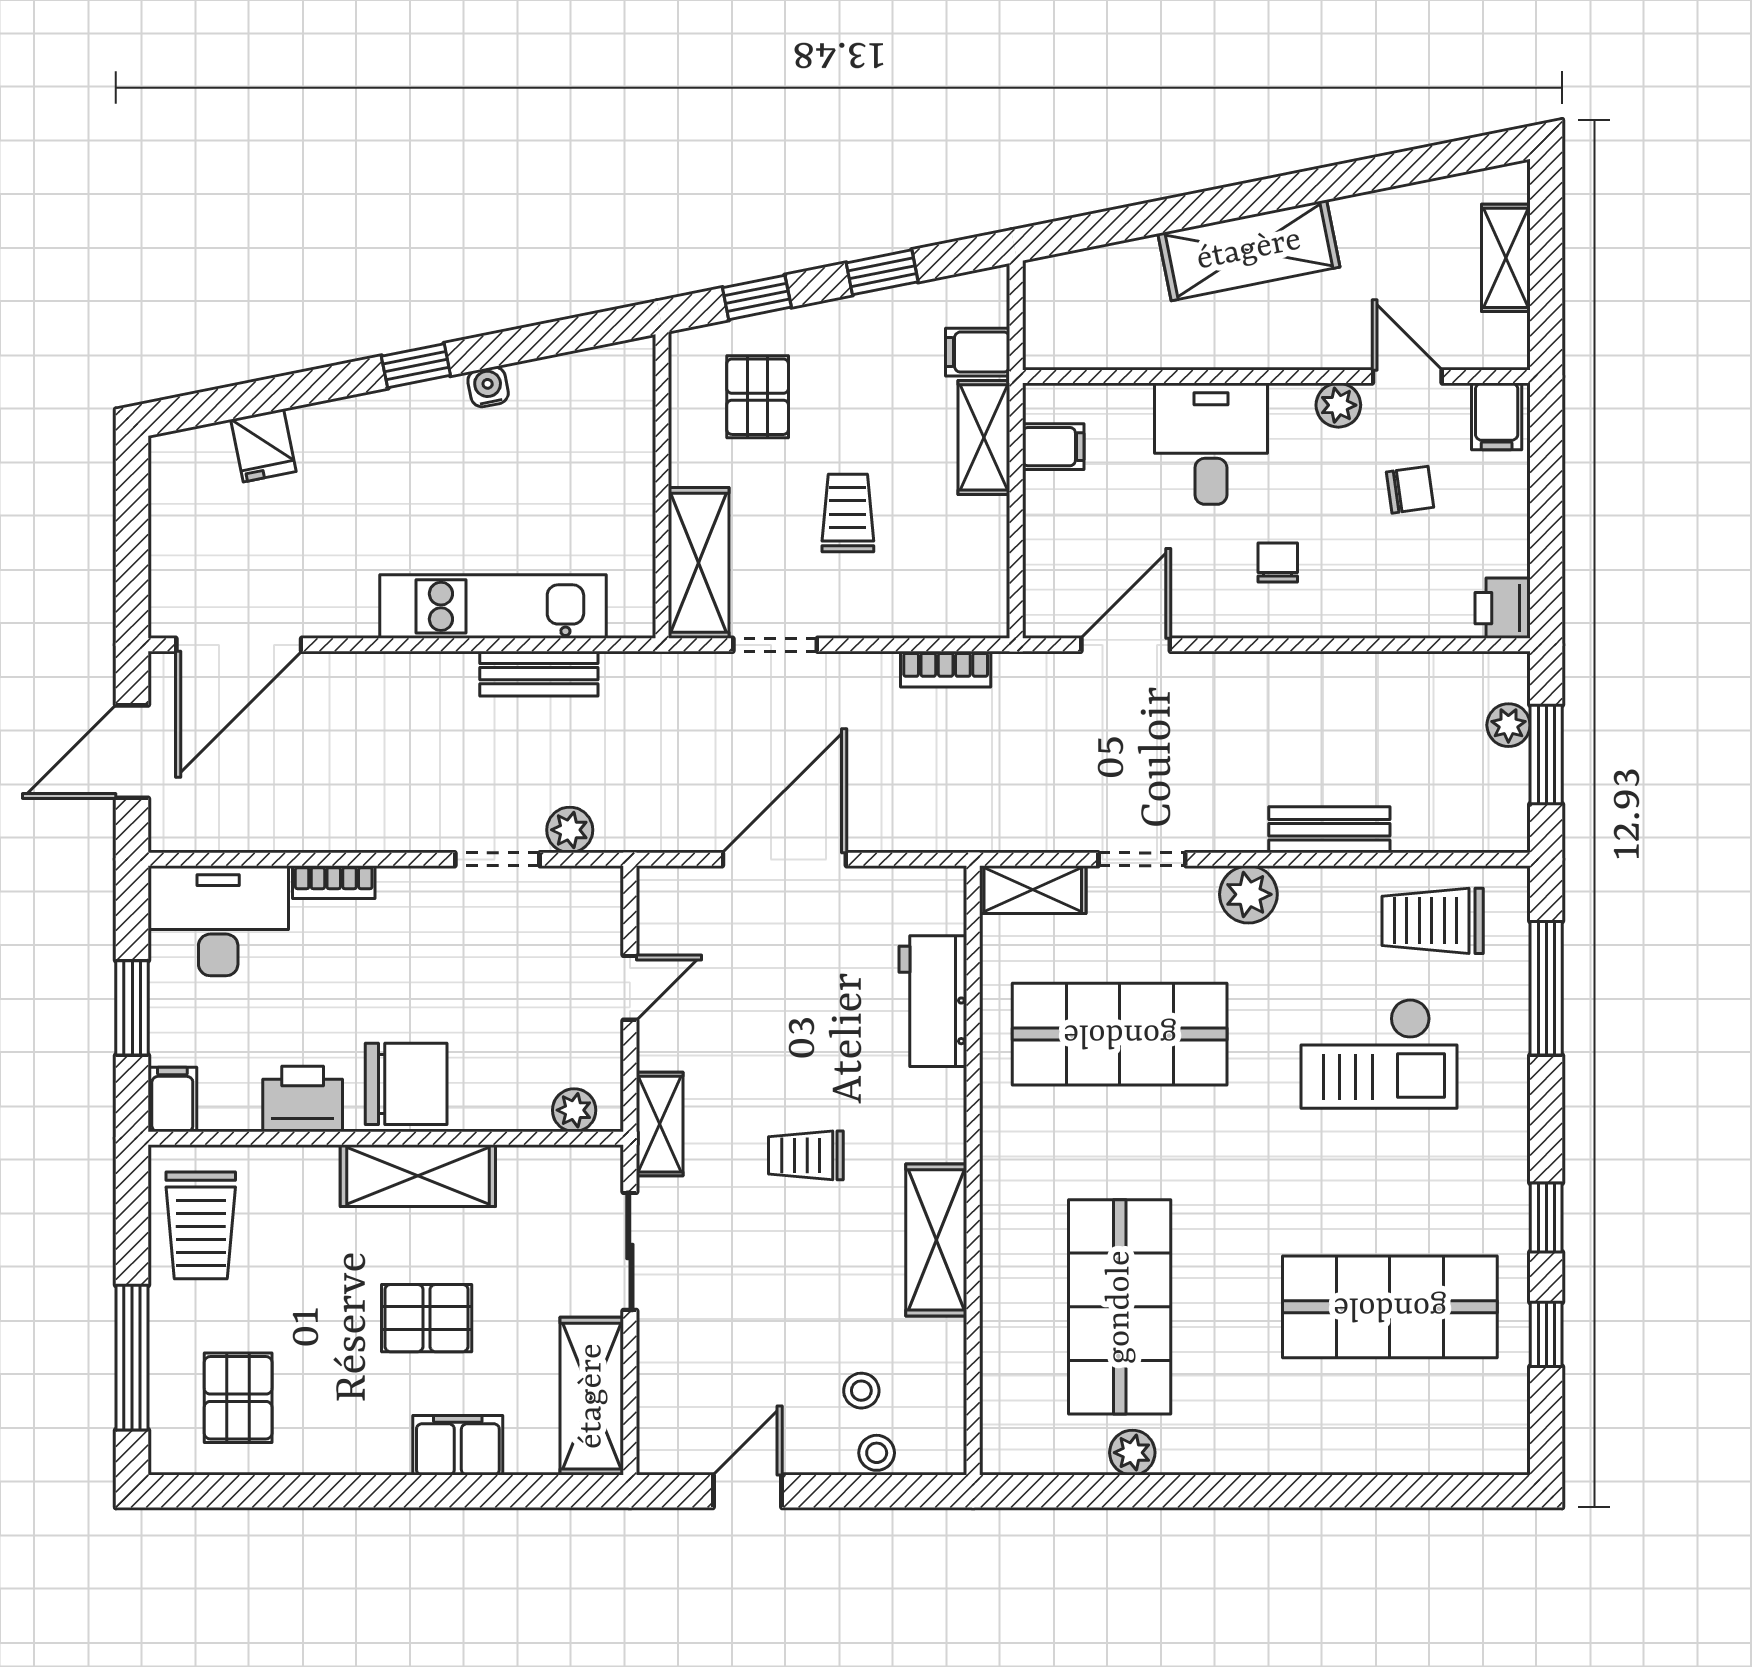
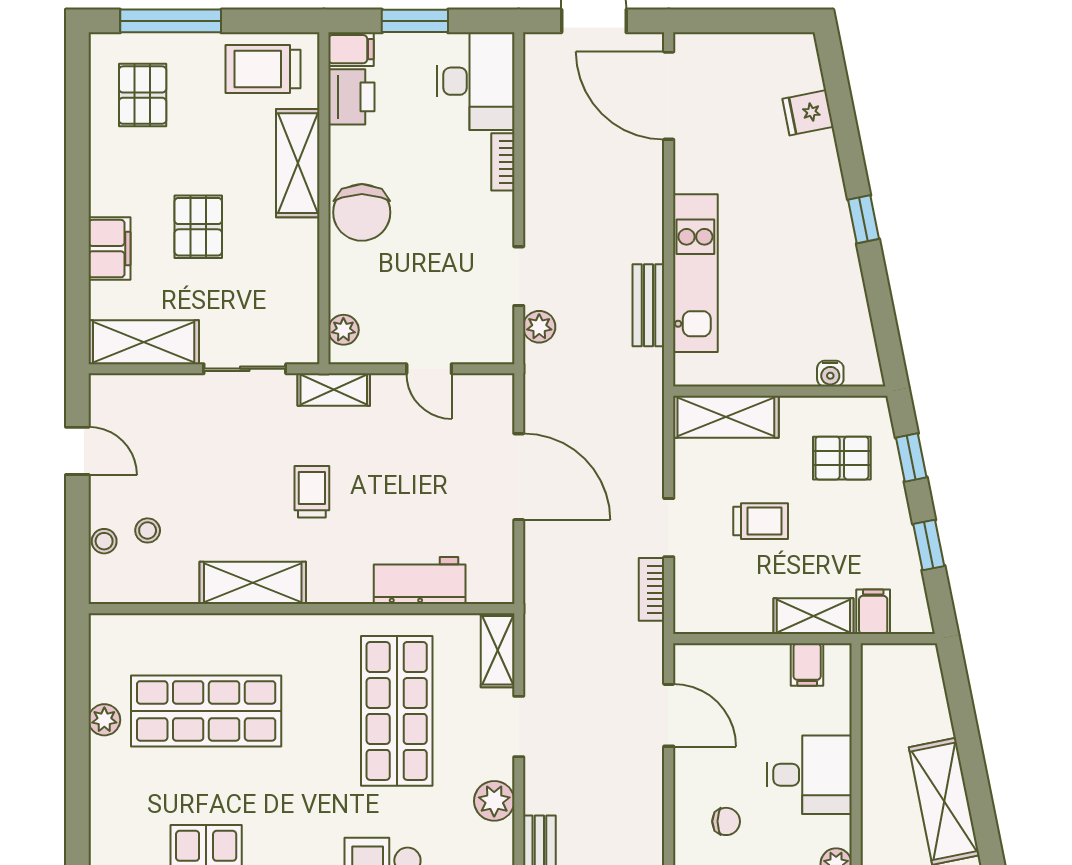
water cooler: (488, 387) -> (830, 374), moved, turned 101
doorway: (775, 645) -> (669, 528), moved
printer: (303, 1099) -> (351, 97), moved
shelving: (418, 1176) -> (298, 163), moved
pallet: (238, 1398) -> (143, 95), turned 90

